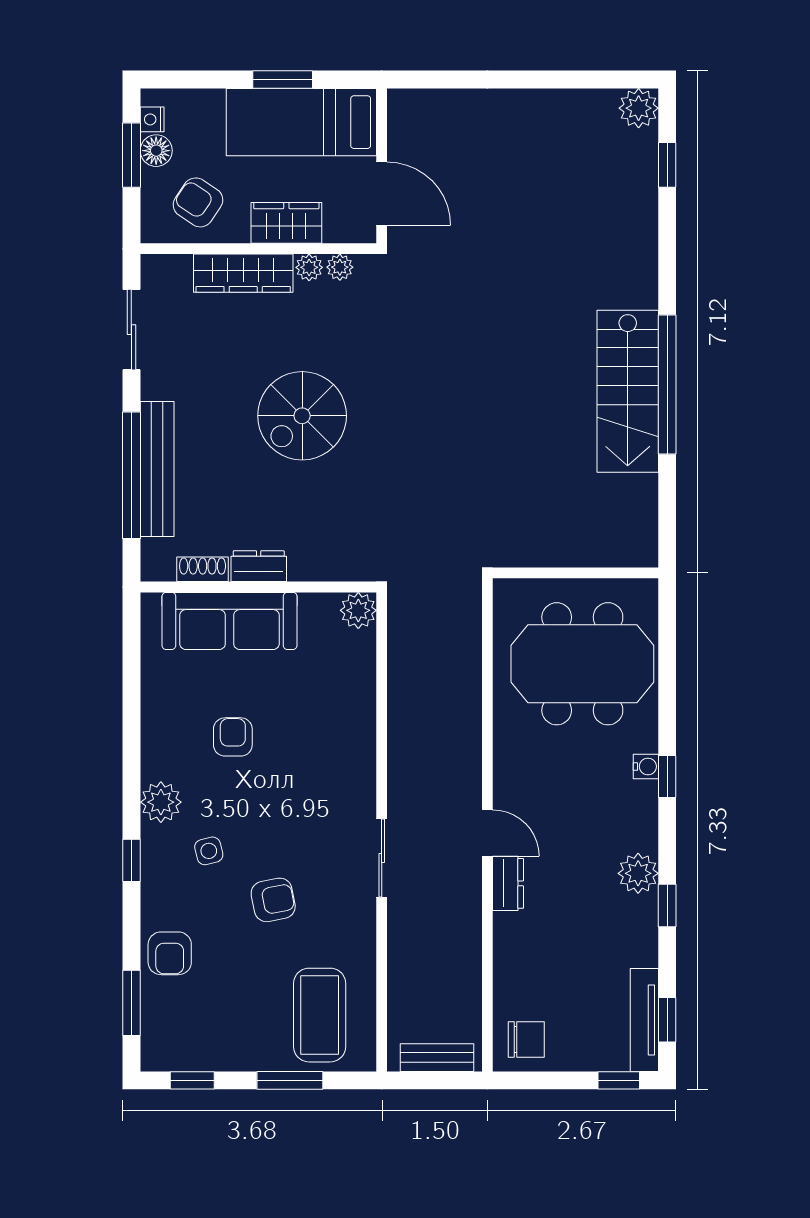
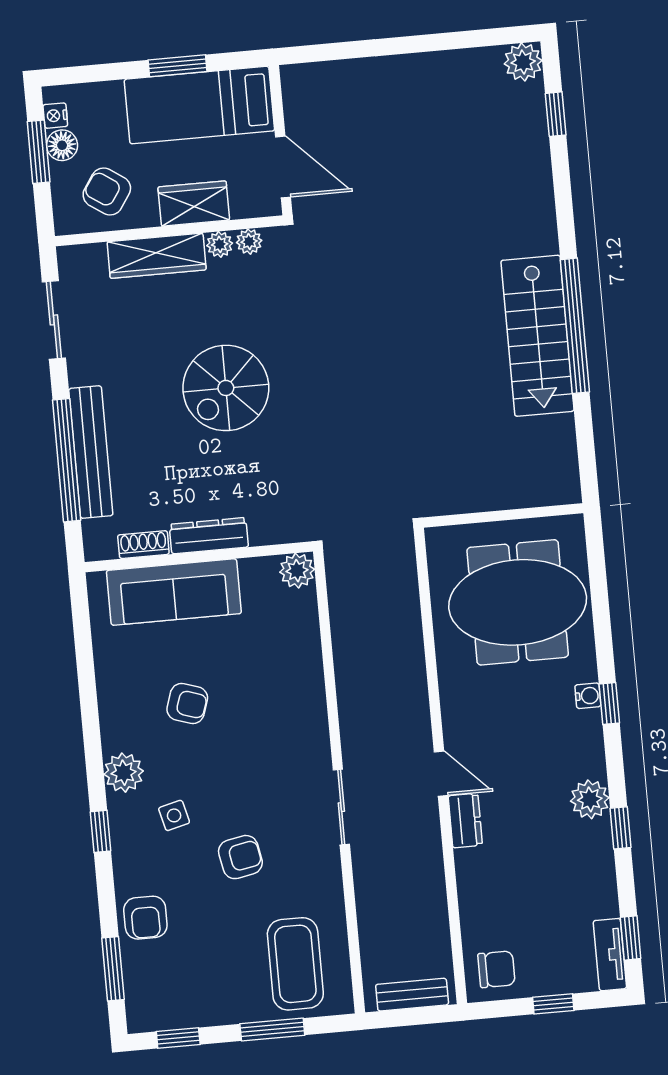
dresser: (259, 566) -> (209, 536), width x1.44
armchair: (233, 737) -> (187, 704), turned 108
tv unit: (644, 1020) -> (610, 955), width x0.71
window: (619, 1080) -> (553, 1004), moved

